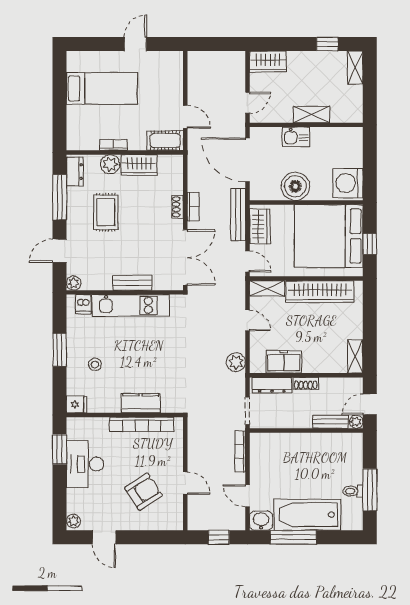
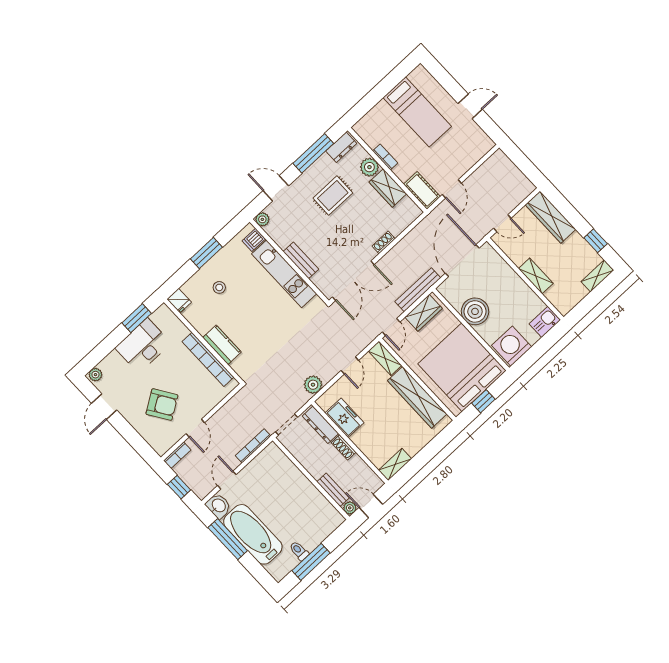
wardrobe: (268, 62) -> (550, 217), width x1.50
kitchen sink: (296, 137) -> (545, 322), moved, turned 90
bookcase: (193, 207) -> (177, 455), moved

